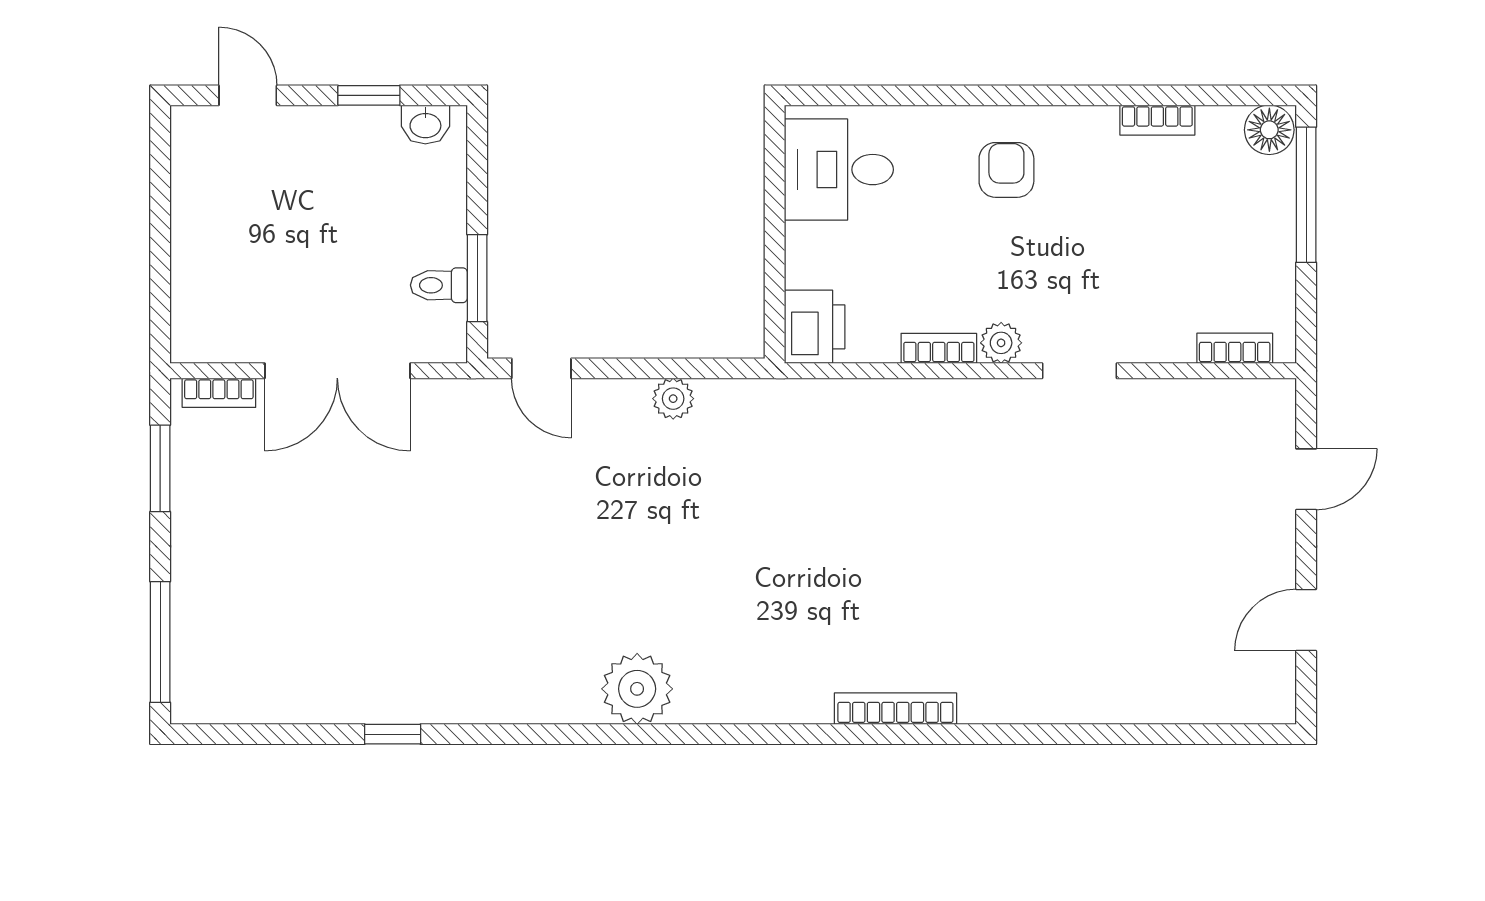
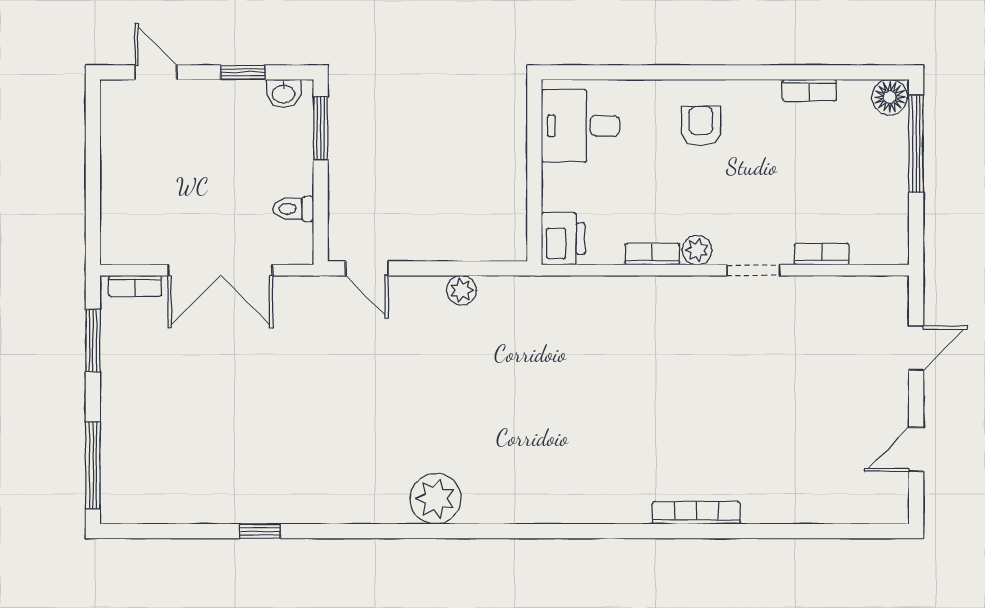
window: (477, 278) -> (321, 128), moved
bookcase: (1235, 348) -> (822, 254), moved
bookcase: (895, 709) -> (696, 513), moved

